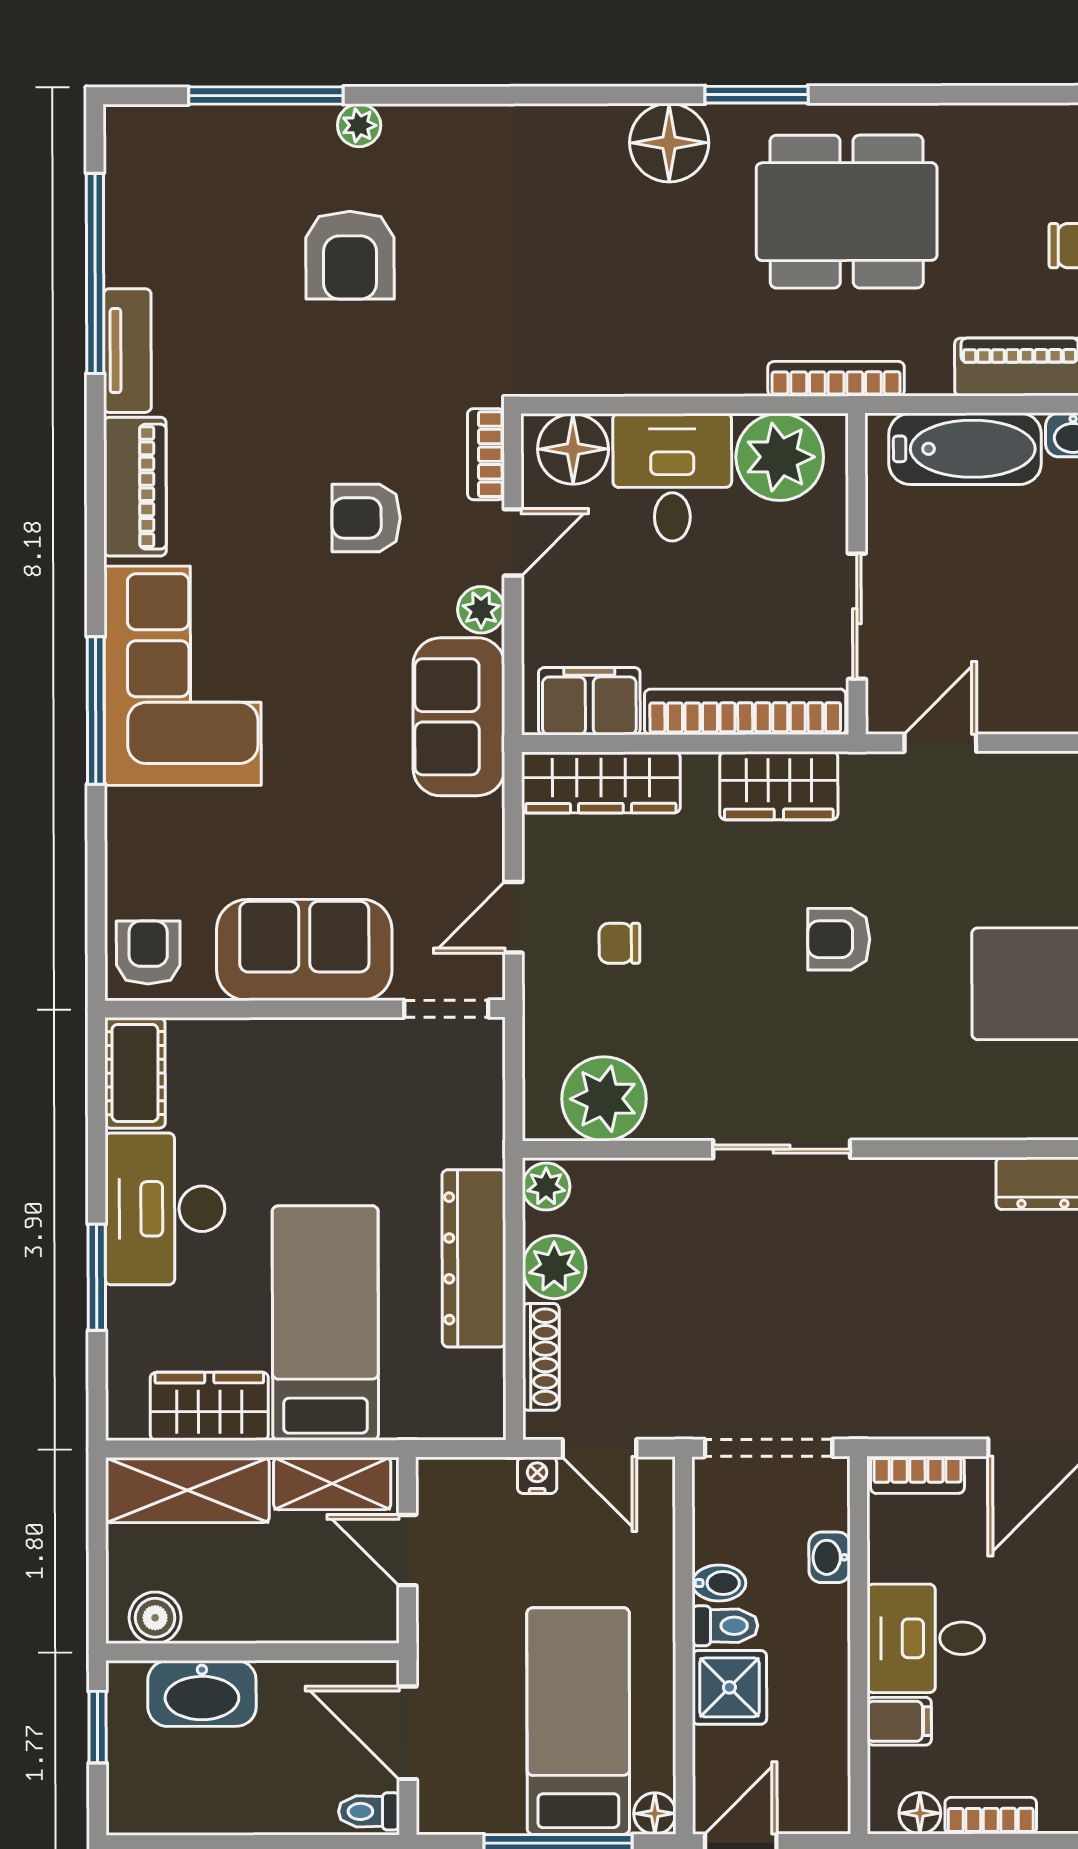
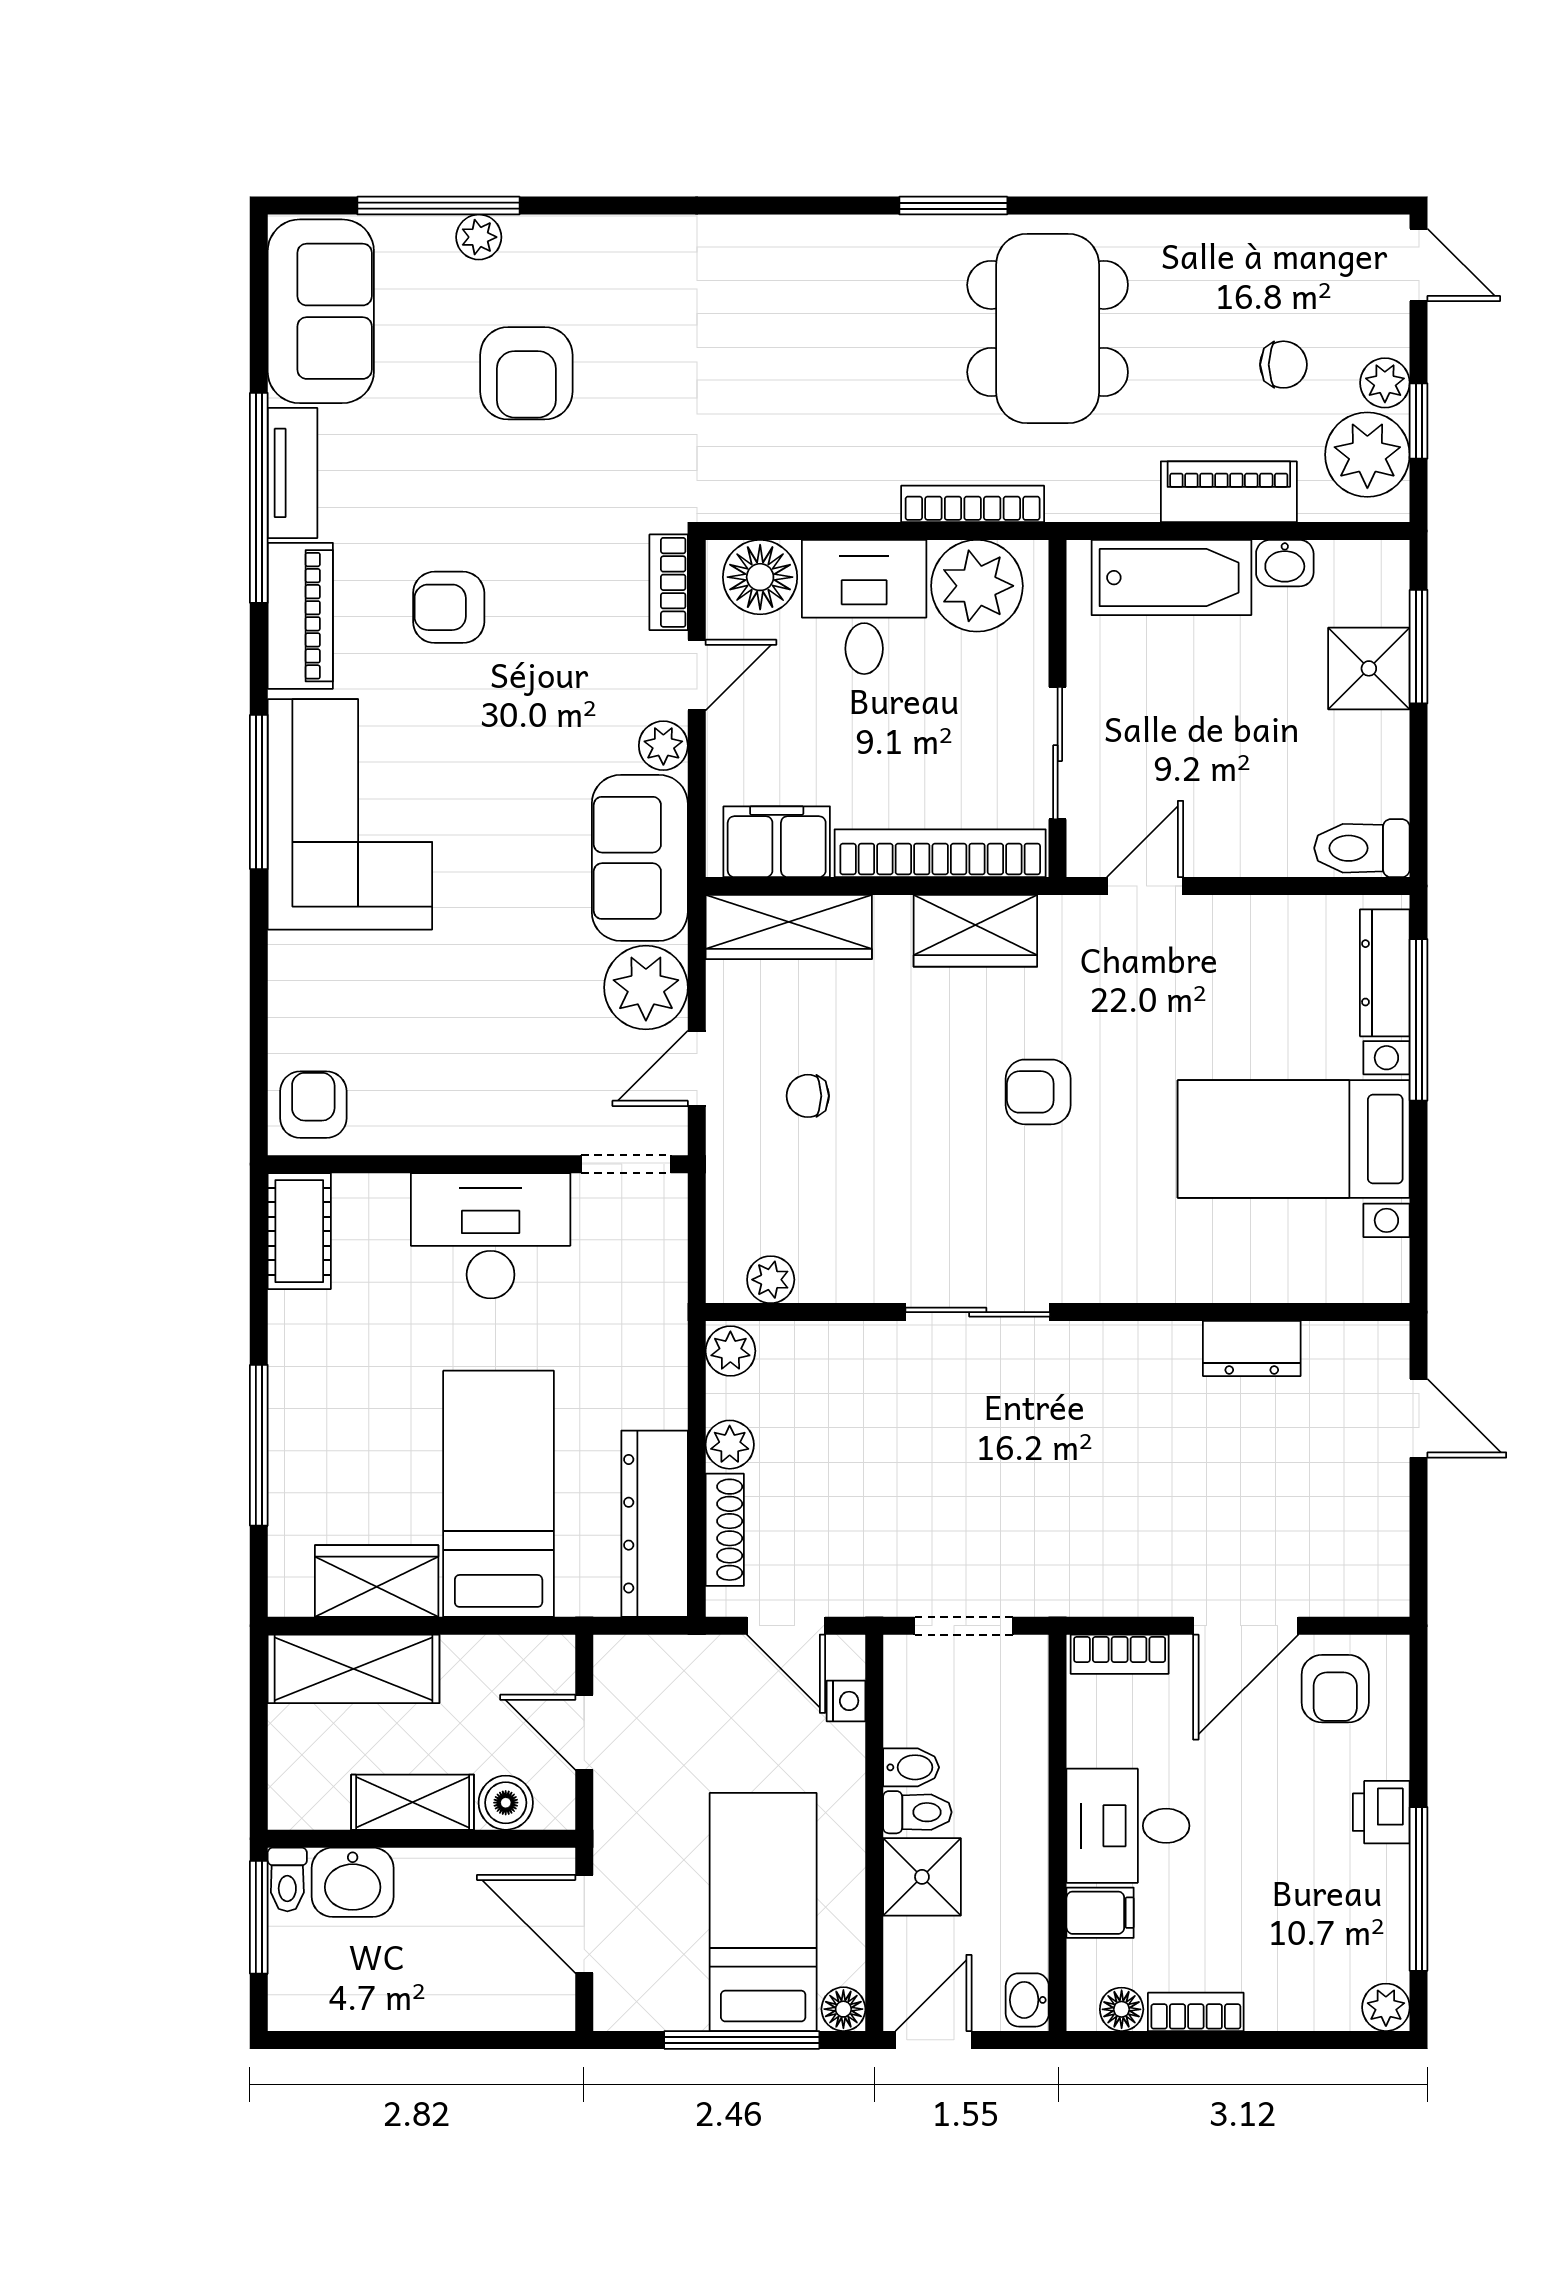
plant: (359, 125) -> (479, 237), moved
floor lamp: (669, 143) -> (861, 256), removed
dining table: (847, 212) -> (1048, 328), turned 90
window: (95, 273) -> (259, 498), moved
bookcase: (836, 379) -> (973, 504), moved
armchair: (366, 518) -> (449, 607), moved
window: (96, 710) -> (259, 792), moved
plant: (465, 840) -> (646, 987), added
sofa: (304, 950) -> (321, 311), moved, turned 90
plant: (604, 1099) -> (771, 1280), width x0.53, depth x0.53
desk: (165, 1209) -> (491, 1236), moved, turned 90
dresser: (474, 1258) -> (655, 1524), moved
plant: (554, 1267) -> (730, 1445), width x0.73, depth x0.73
window: (97, 1277) -> (259, 1445), width x1.44
doorway: (769, 1448) -> (963, 1626), width x0.73
nightstand: (537, 1475) -> (846, 1701), moved, turned 90
shelving: (332, 1483) -> (413, 1802), moved
washbasin: (830, 1557) -> (1027, 2000), moved
boiler: (155, 1618) -> (506, 1803), moved
washbasin: (202, 1693) -> (353, 1882), width x0.72
window: (98, 1727) -> (259, 1917), width x1.50
toilet: (369, 1811) -> (287, 1880), moved, turned -90

